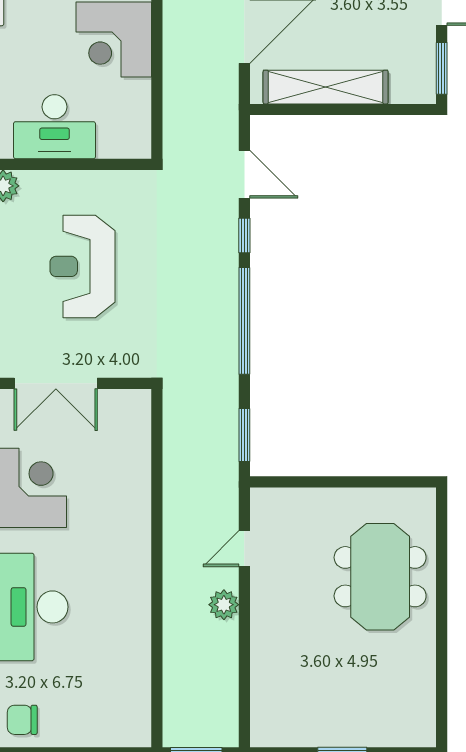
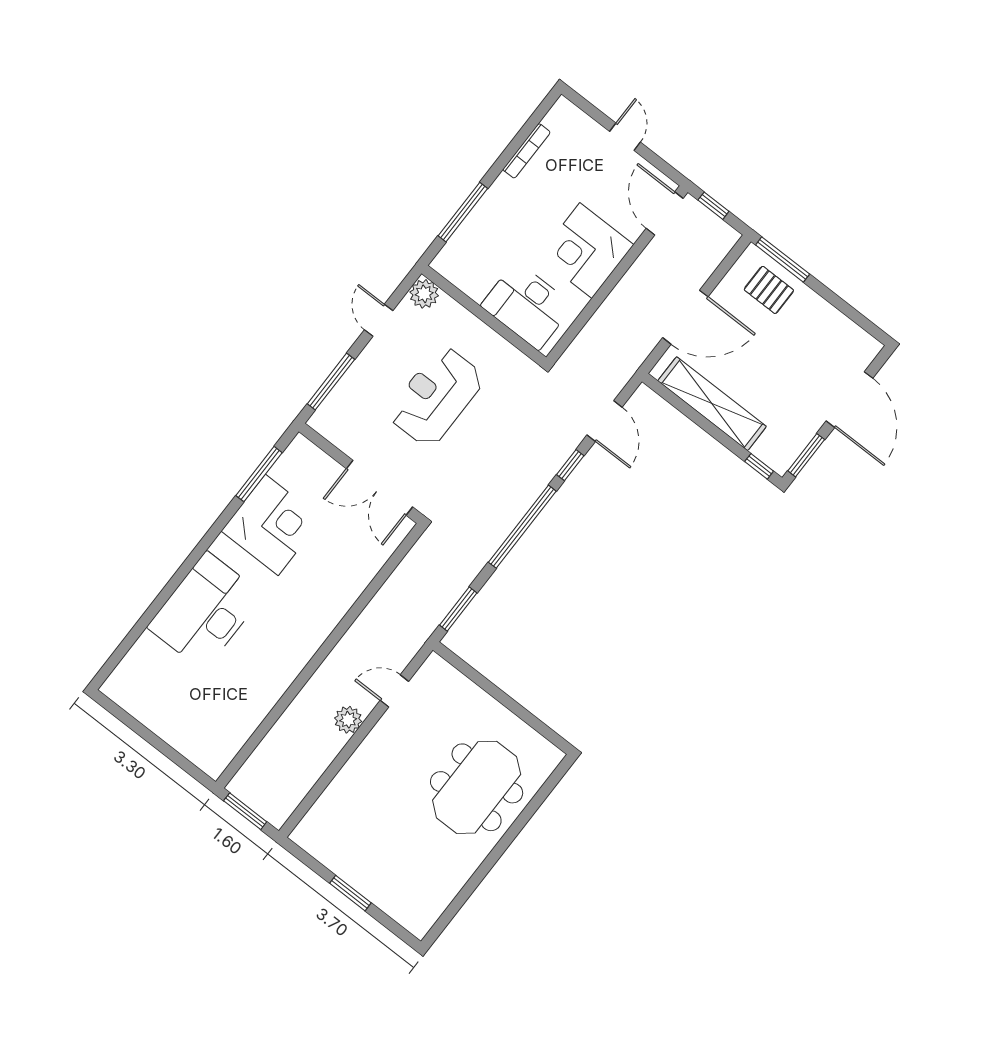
window: (408, 110) -> (759, 466), added
desk: (54, 127) -> (527, 306), moved
double door: (56, 383) -> (379, 488), moved
chair: (22, 720) -> (138, 690), removed

